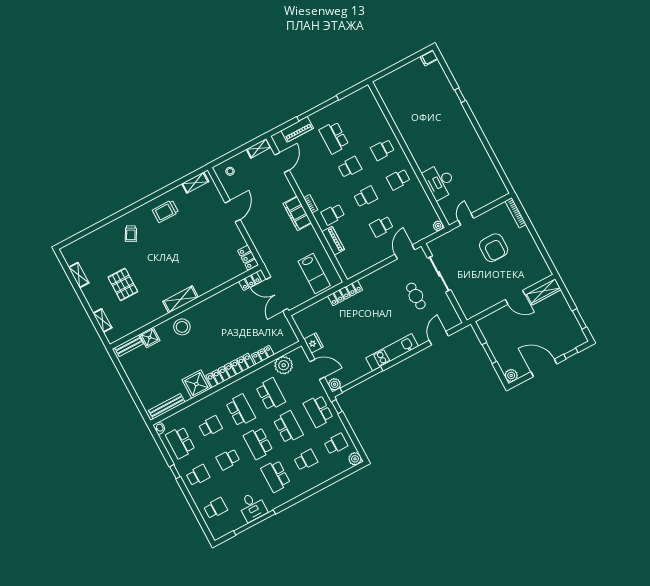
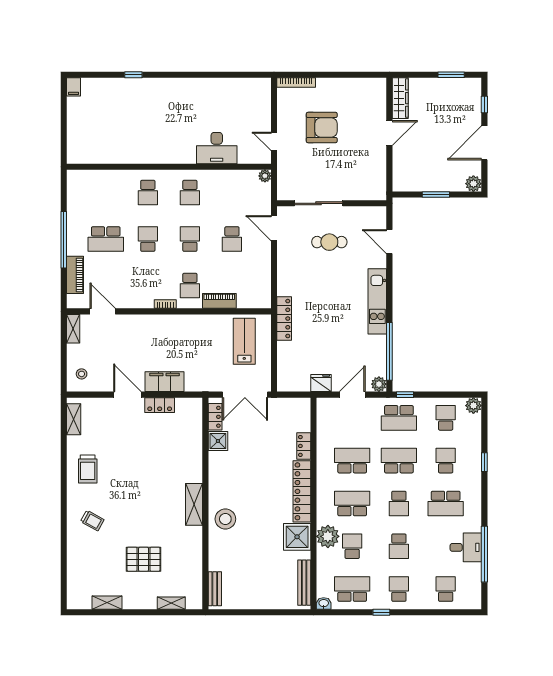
filing cabinet: (297, 213) -> (164, 382), moved, turned 180
locker: (248, 258) -> (160, 405), moved
lab bench: (314, 273) -> (244, 341), turned -90
shower: (150, 337) -> (218, 441), moved
plant: (284, 365) -> (328, 536), moved
school desk: (180, 442) -> (352, 589), turned 180
school desk: (258, 443) -> (399, 503), width x0.54
window: (319, 488) -> (484, 462), added

